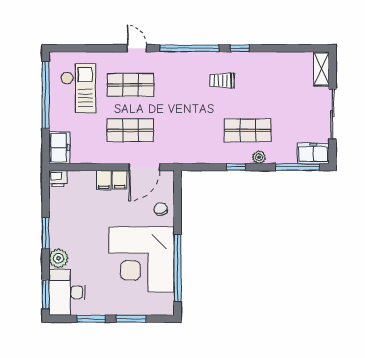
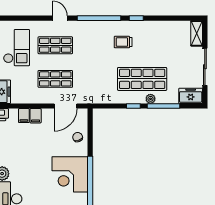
shop shelf: (248, 130) -> (142, 79), width x1.43, depth x1.36
window: (298, 167) -> (163, 106), moved
filing cabinet: (120, 180) -> (24, 116), moved
corner desk: (142, 259) -> (70, 174), width x0.74, depth x0.74

